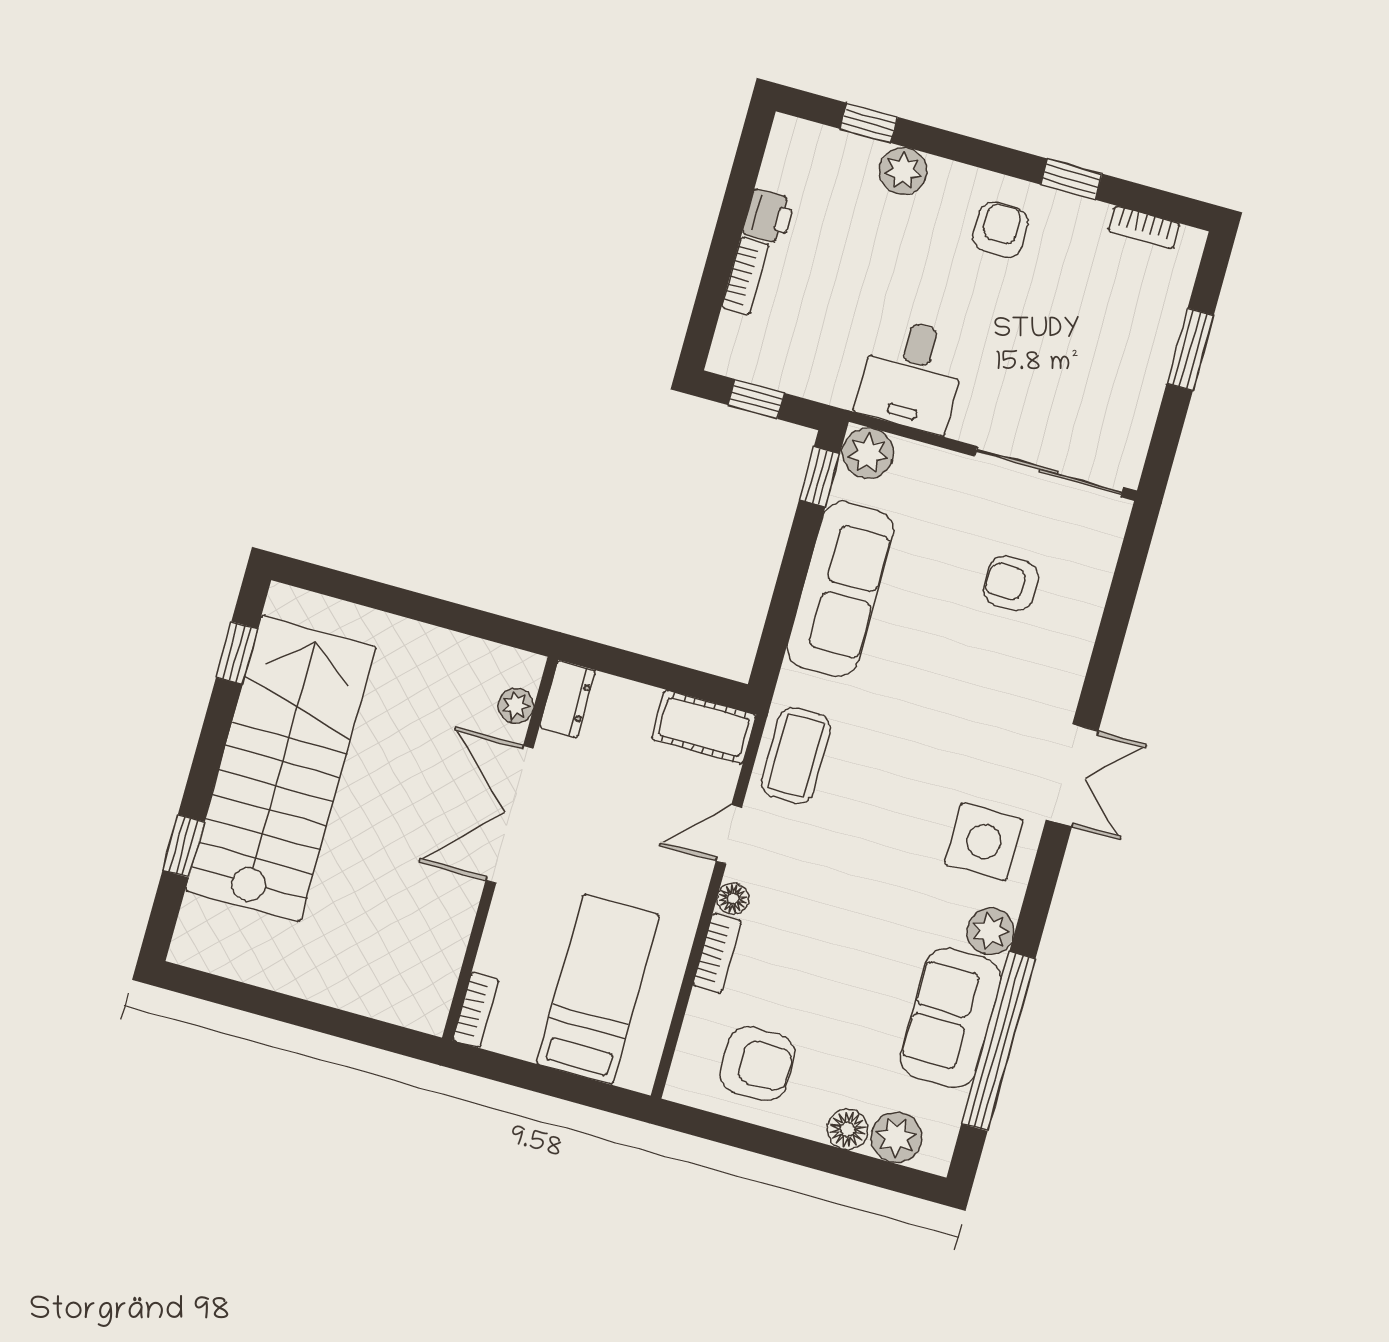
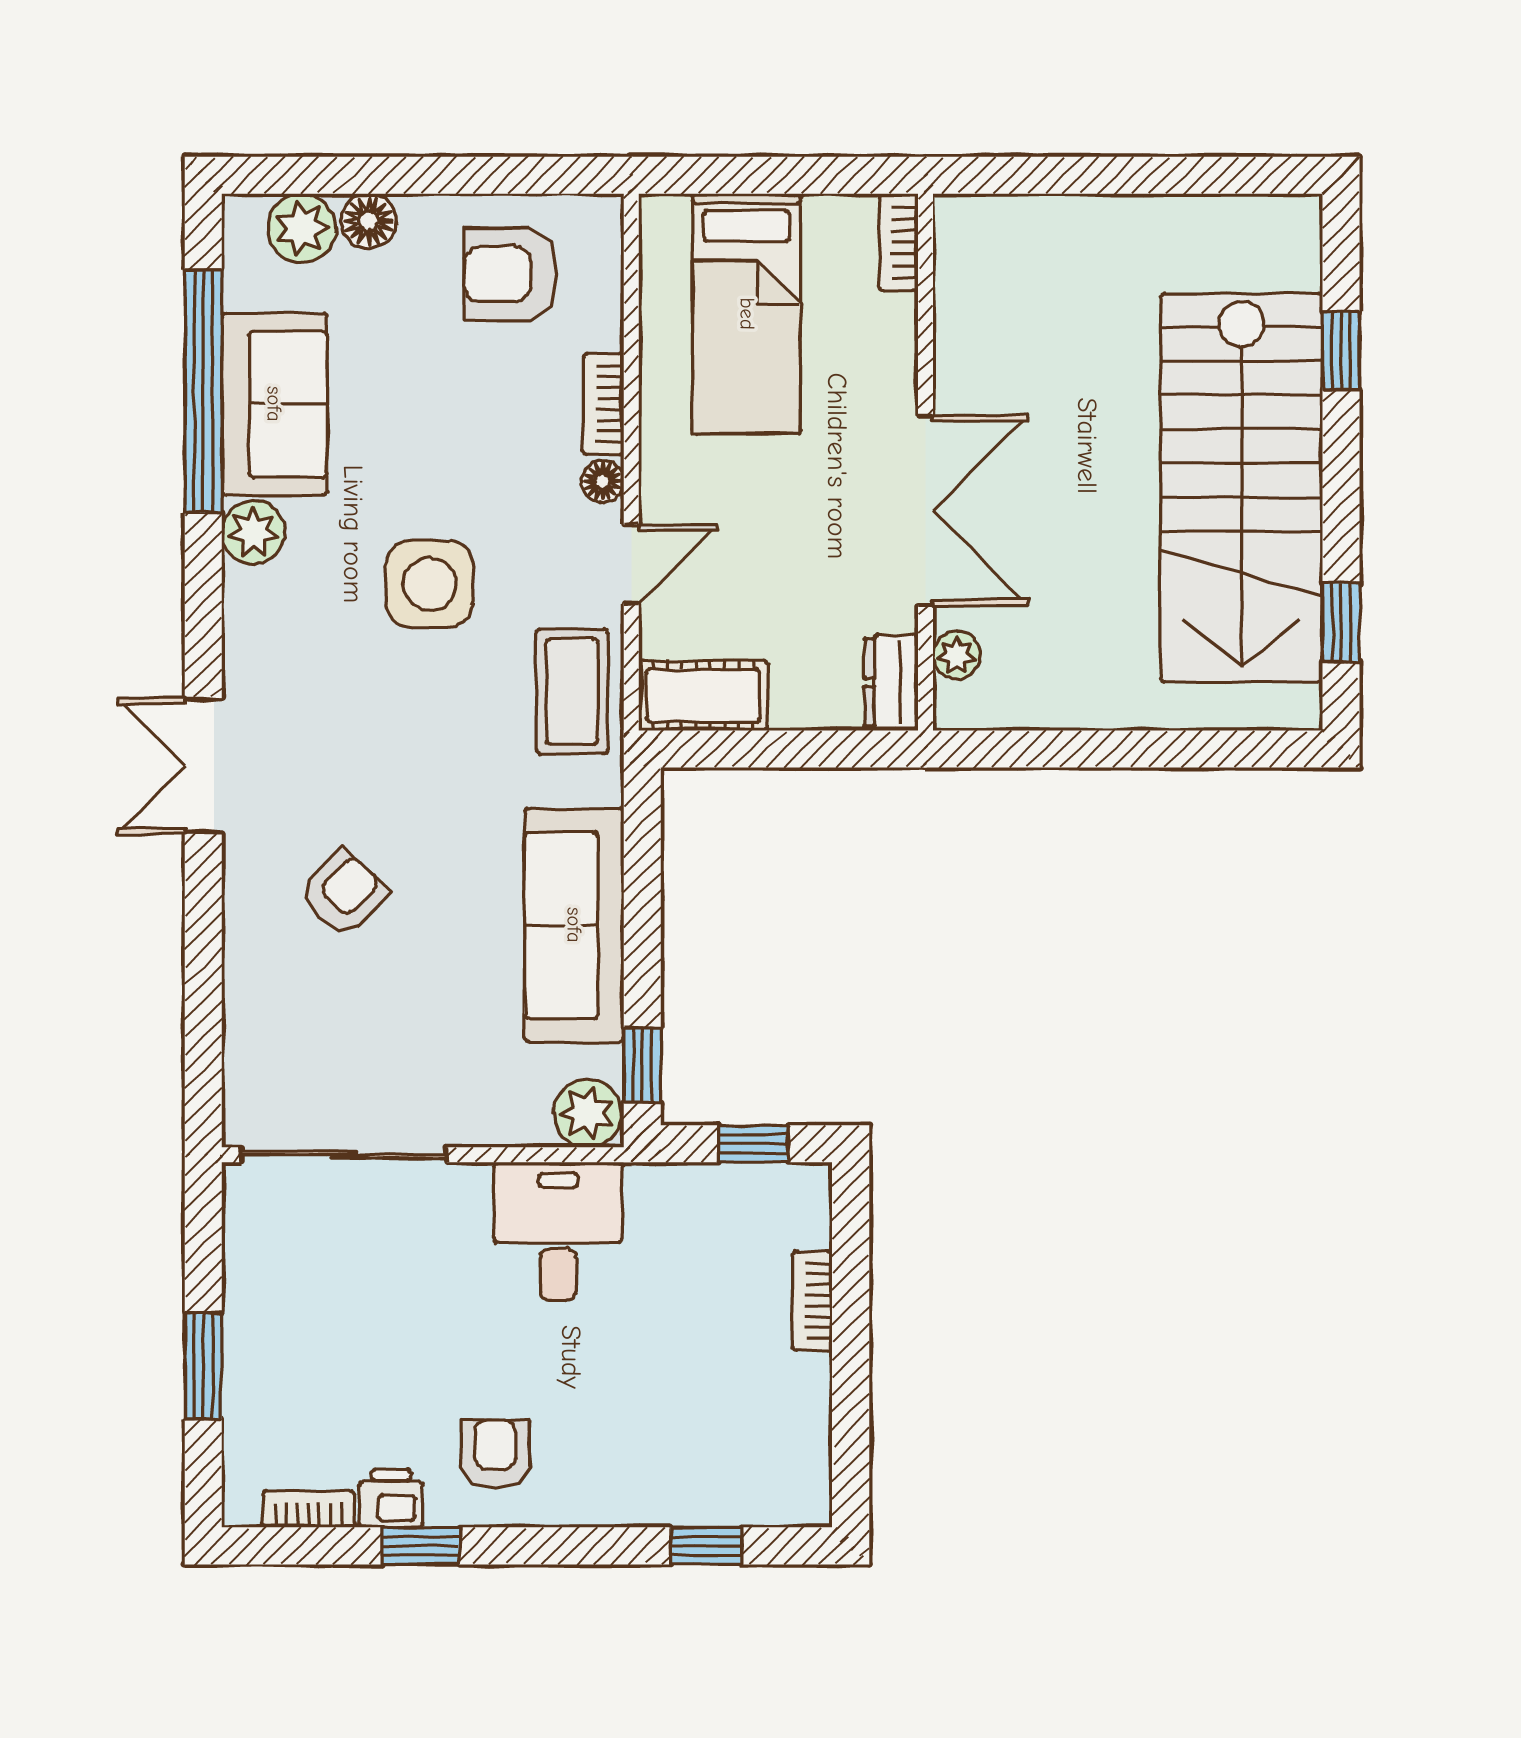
plant: (903, 171) -> (644, 1495), removed
printer: (769, 216) -> (391, 1499), moved, turned 90
armchair: (1000, 230) -> (495, 1454), turned 180
armchair: (1011, 583) -> (343, 893), moved, turned -46
side table: (984, 841) -> (430, 584), moved

